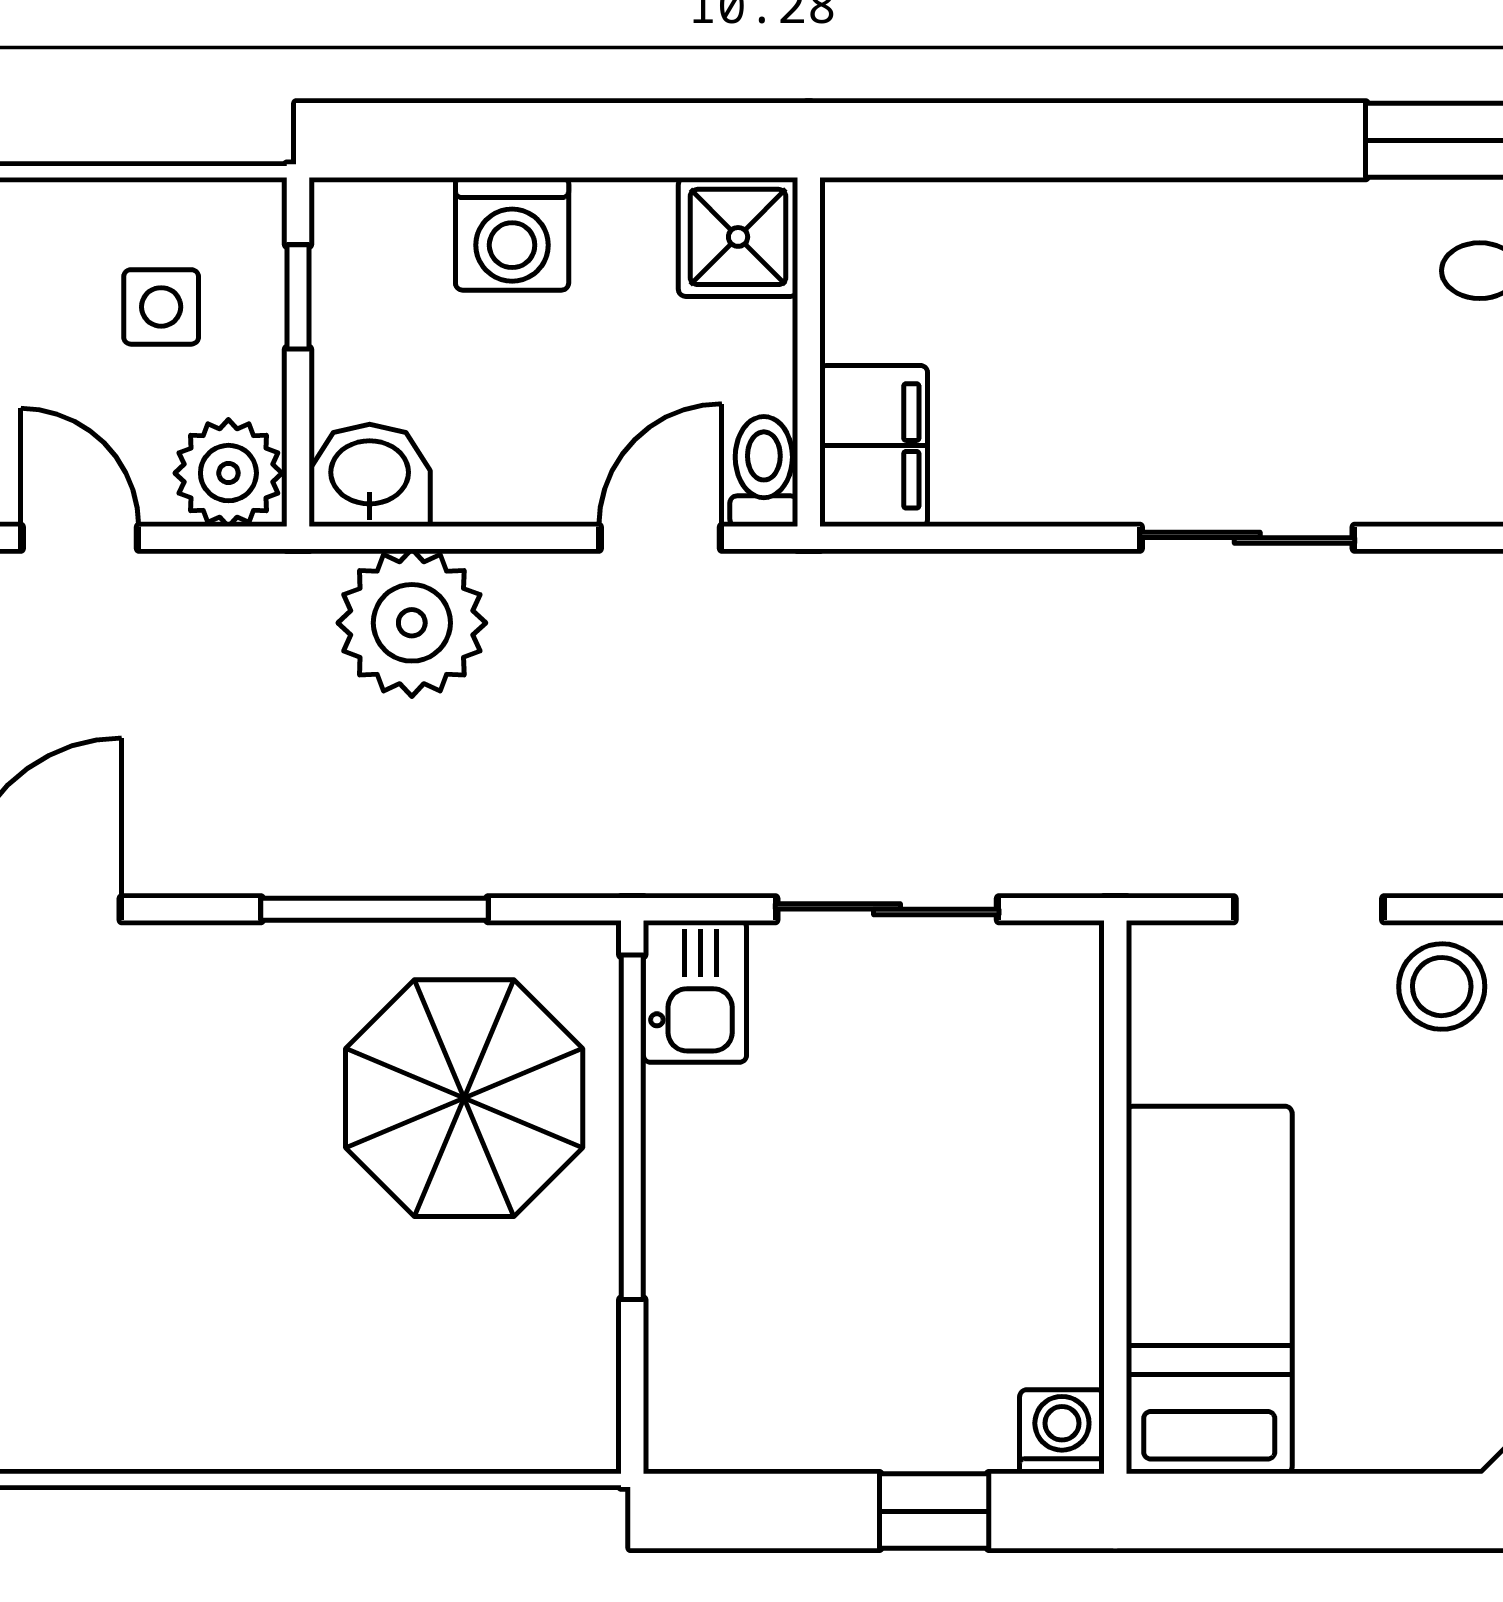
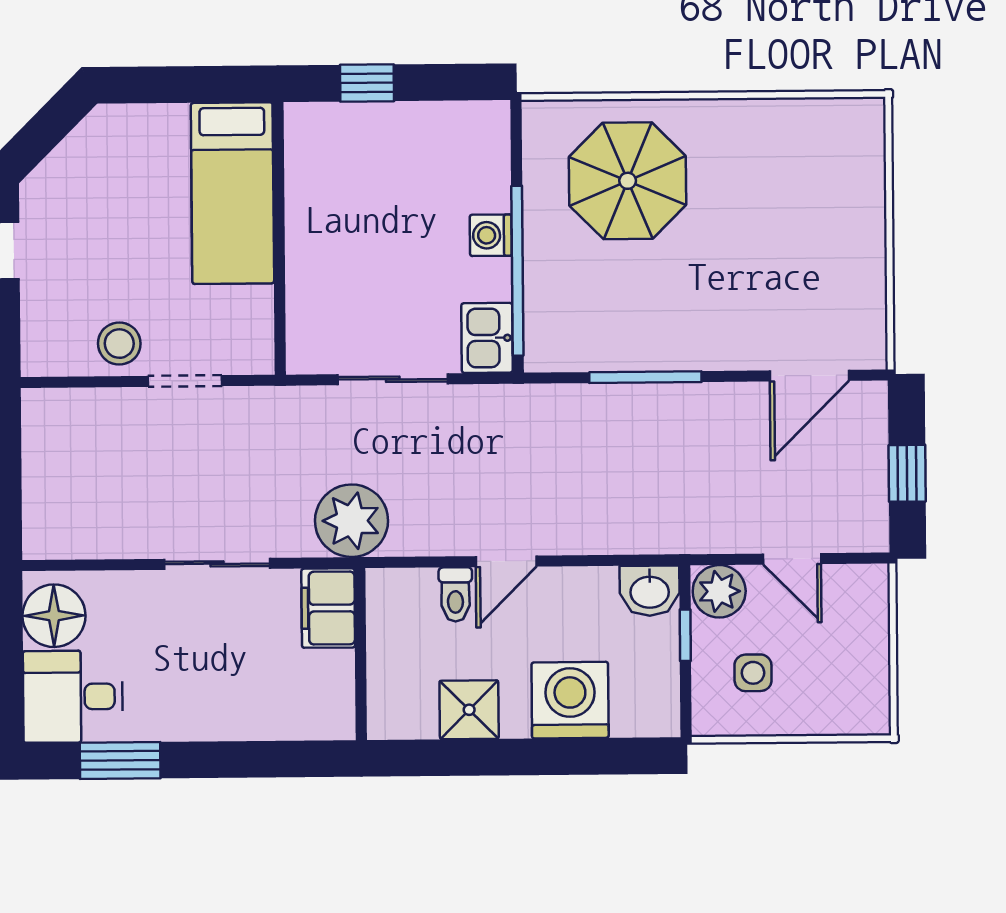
washing machine: (512, 234) -> (570, 700), width x1.37, depth x1.37
window: (298, 297) -> (685, 635), moved
wall: (809, 352) -> (361, 654), moved
filing cabinet: (874, 446) -> (328, 608), moved
plant: (412, 623) -> (351, 521), moved
parasol: (464, 1098) -> (628, 181), moved
washing machine: (1062, 1432) -> (491, 235), moved, turned 90

